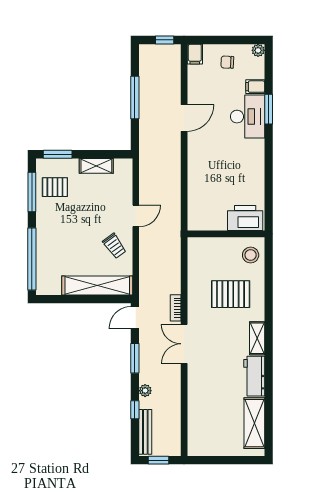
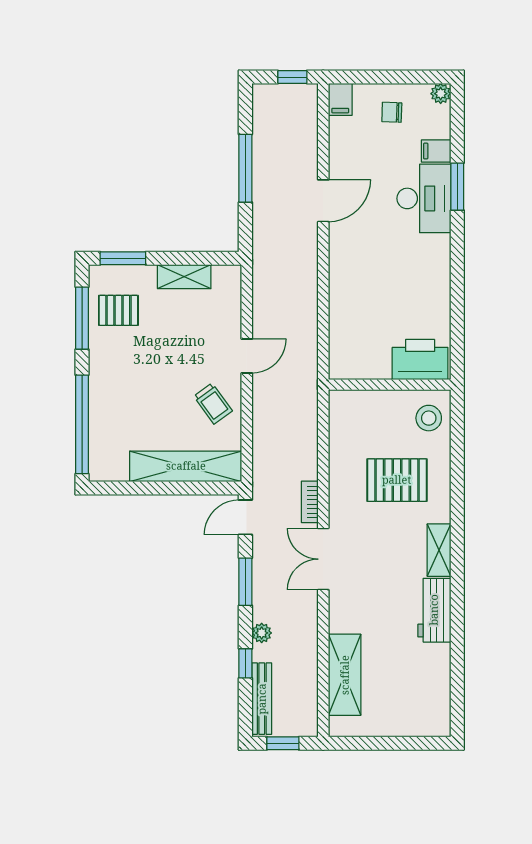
shelving: (254, 423) -> (345, 675), moved

